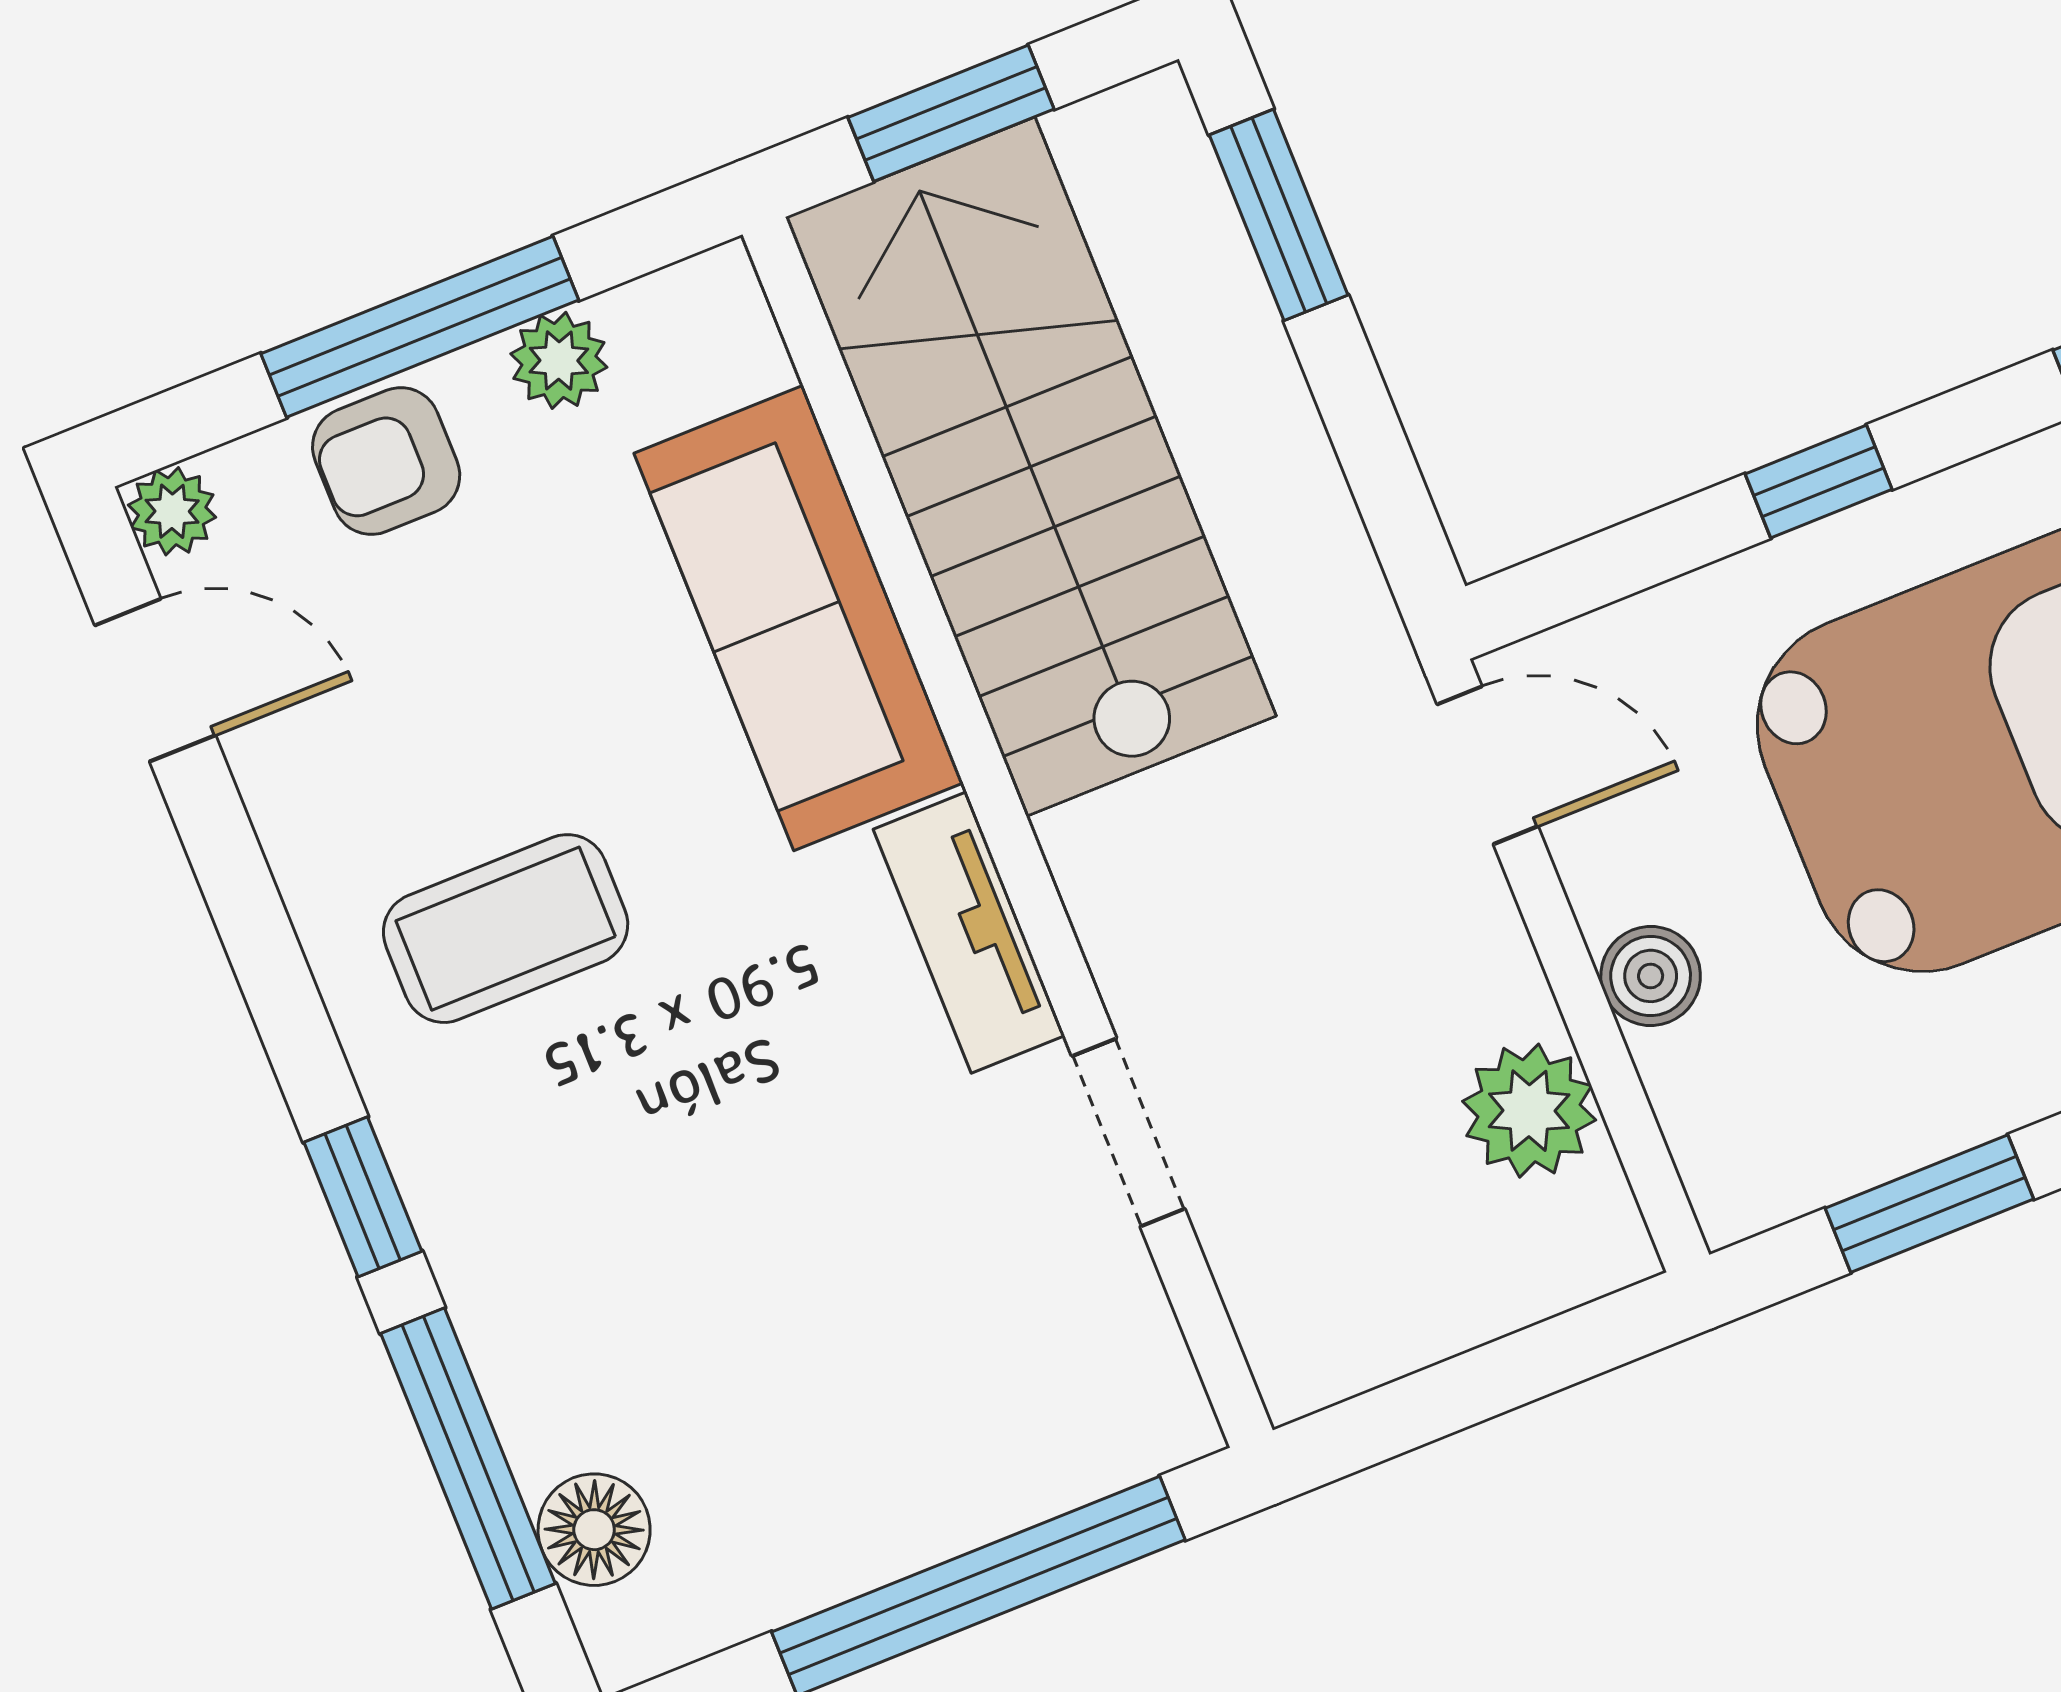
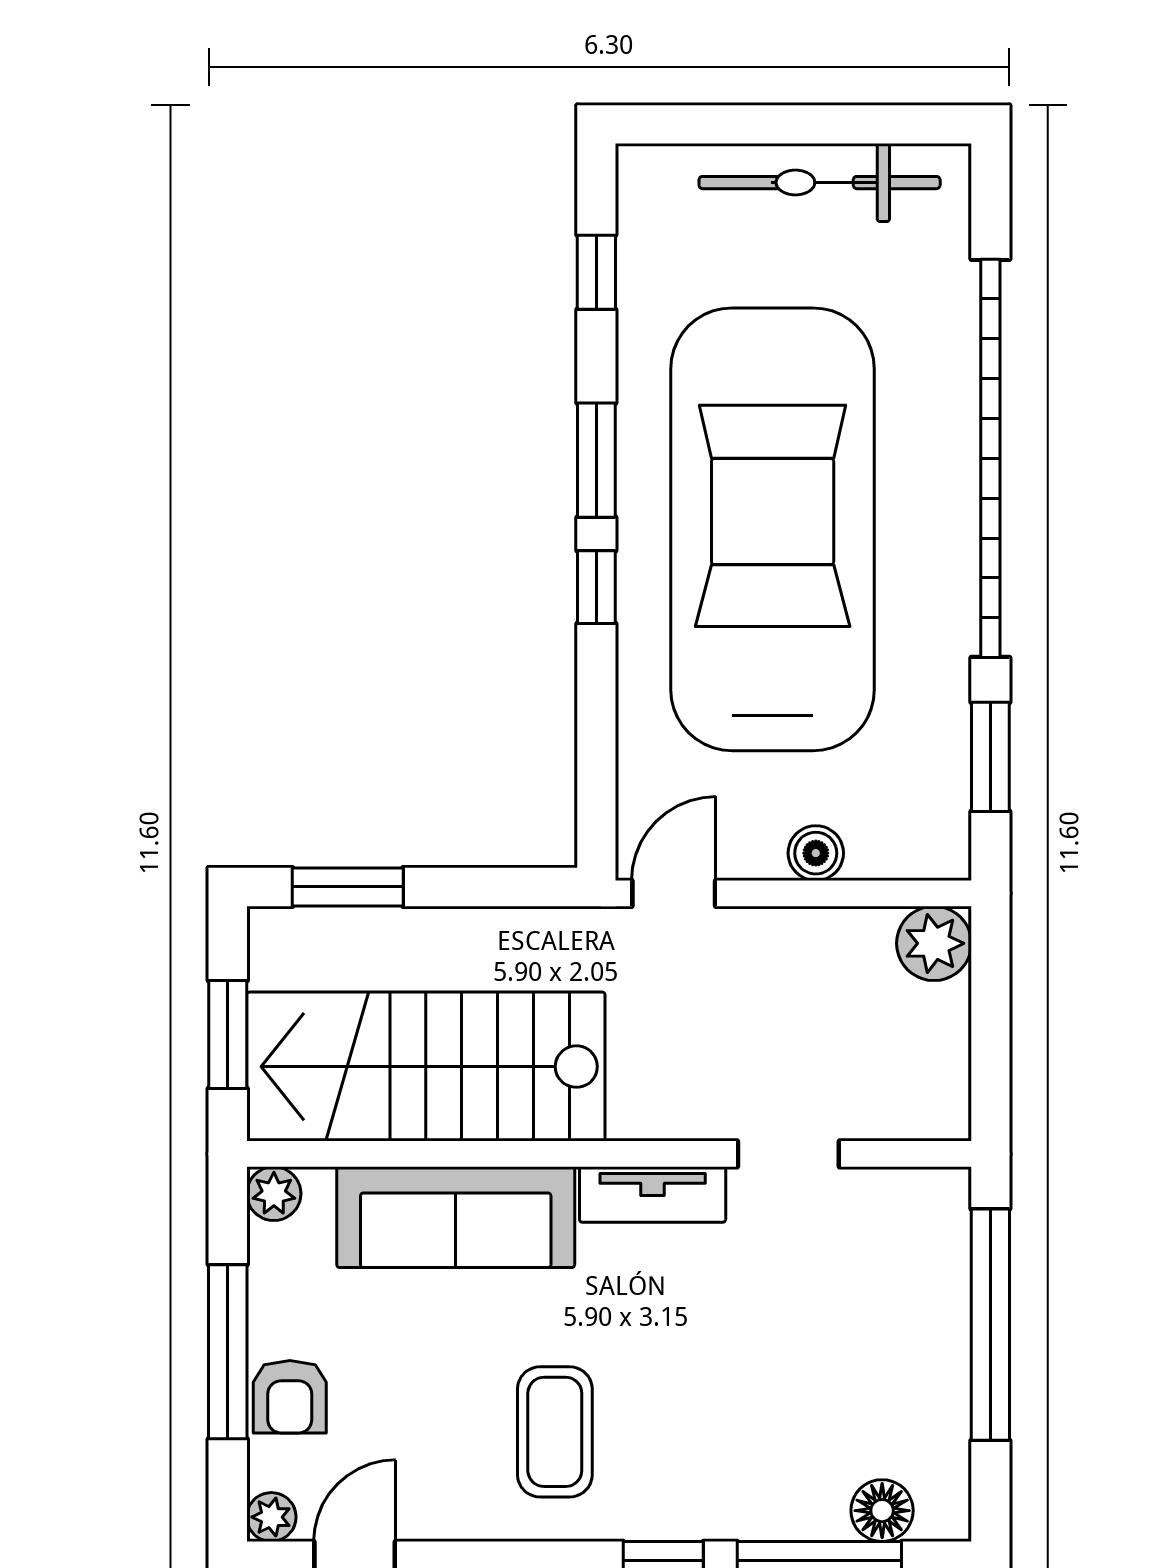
plant: (559, 360) -> (274, 1194), moved
window: (1819, 482) -> (596, 587), moved
plant: (1529, 1111) -> (934, 943), moved

